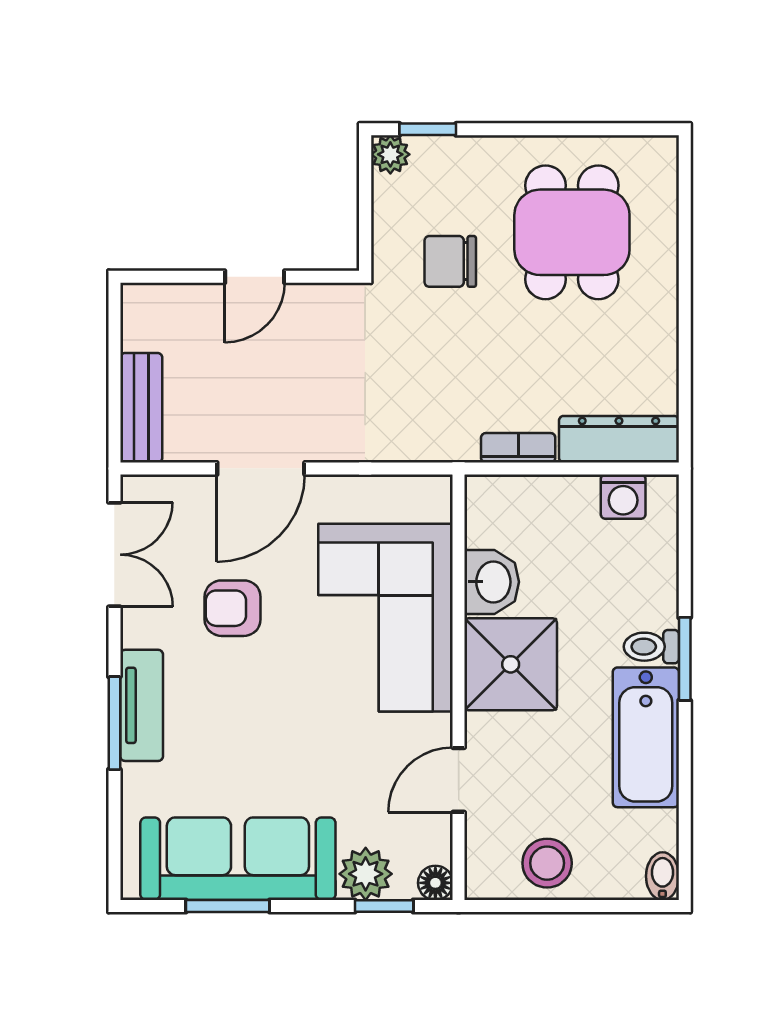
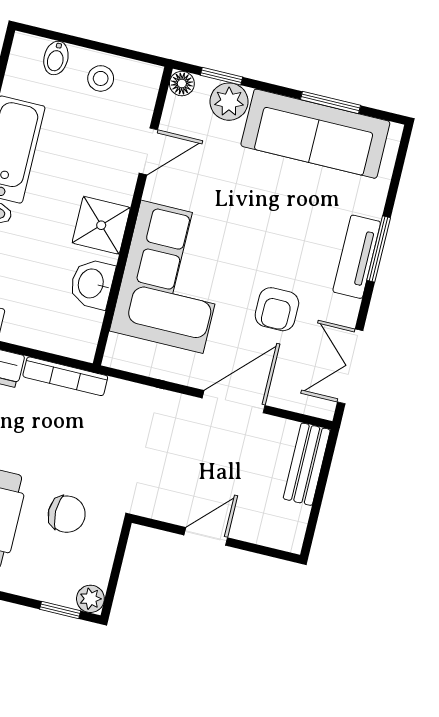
bookcase: (518, 448) -> (65, 376), width x1.56
armchair: (233, 608) -> (277, 309), turned 90
shower: (511, 664) -> (101, 225), width x0.73, depth x0.73
stool: (547, 863) -> (101, 78), width x0.73, depth x0.73
bidet: (662, 876) -> (56, 58), moved

